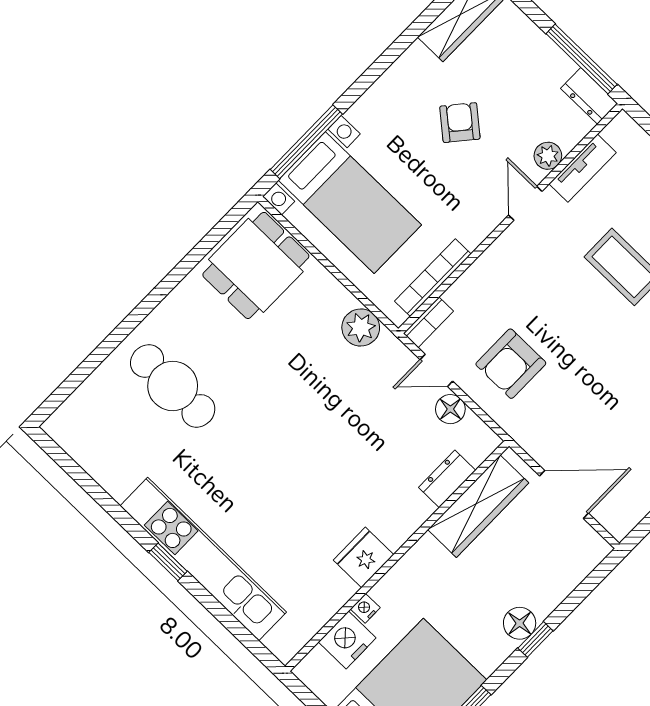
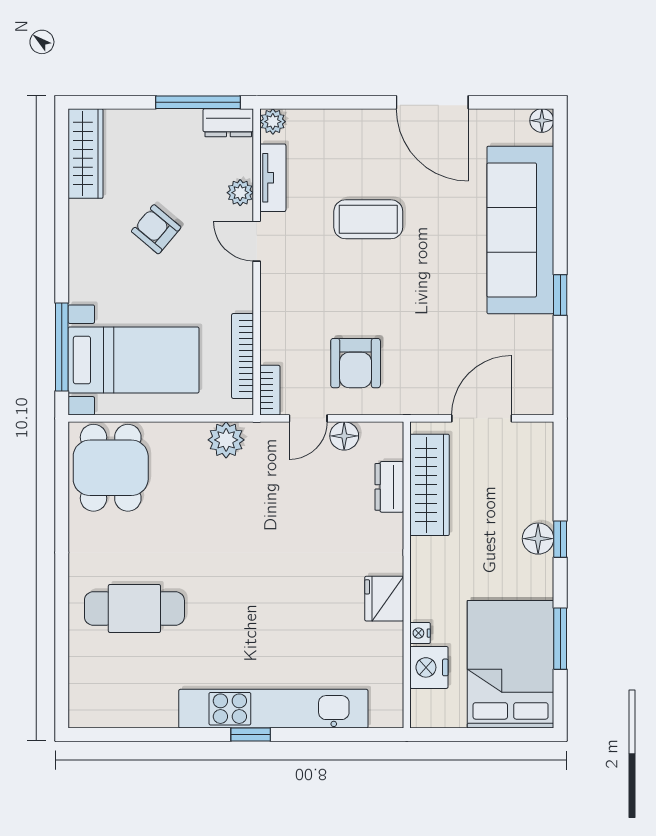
plant: (623, 127) -> (273, 122), added

